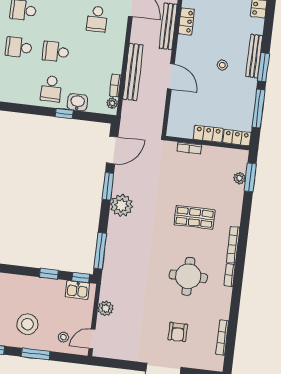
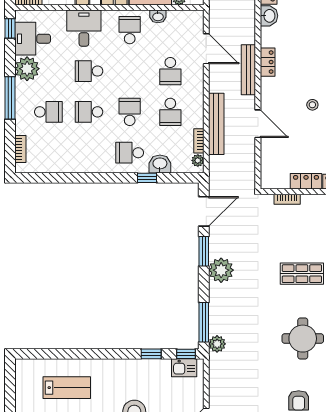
school desk: (56, 52) -> (130, 112), turned 90
school desk: (93, 56) -> (170, 112), added
school desk: (51, 89) -> (130, 153), turned 90
plant: (106, 308) -> (217, 344), moved

